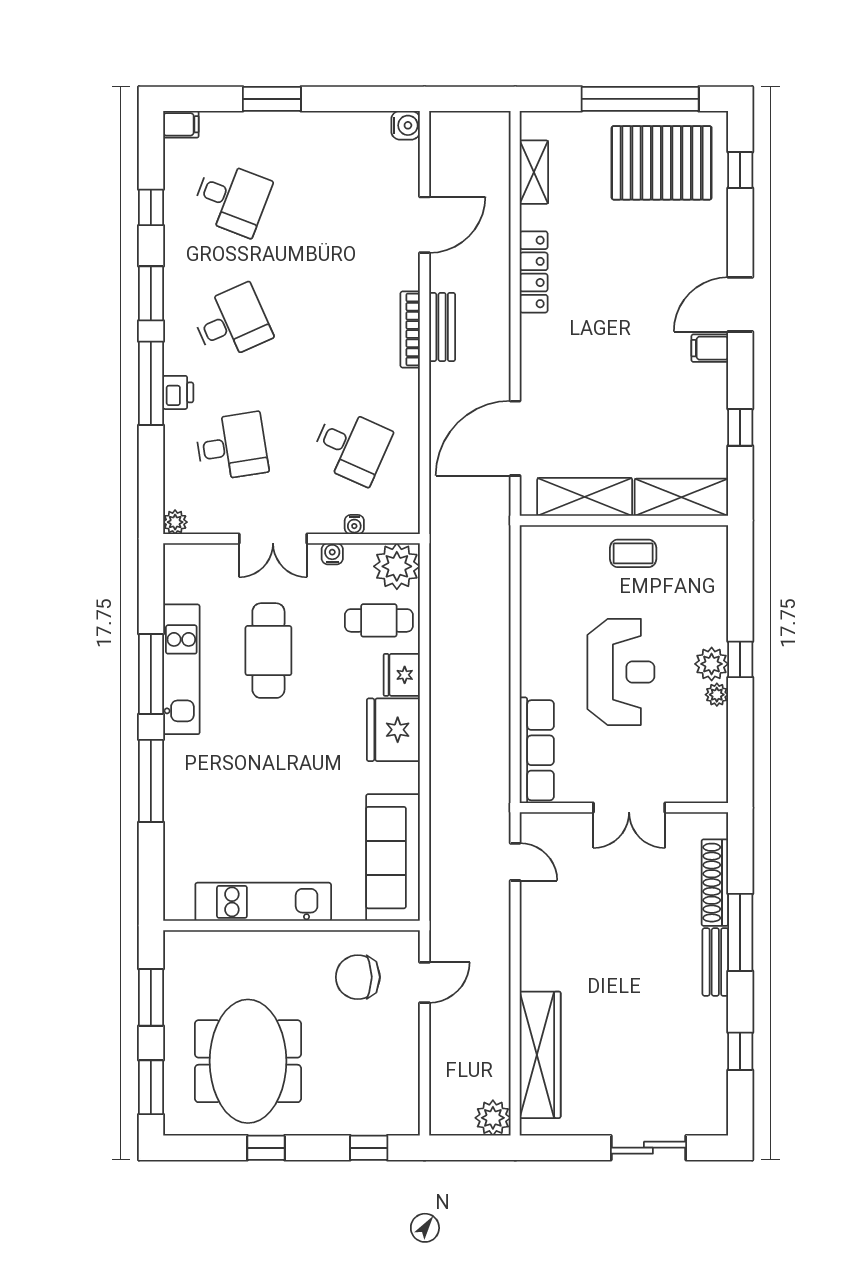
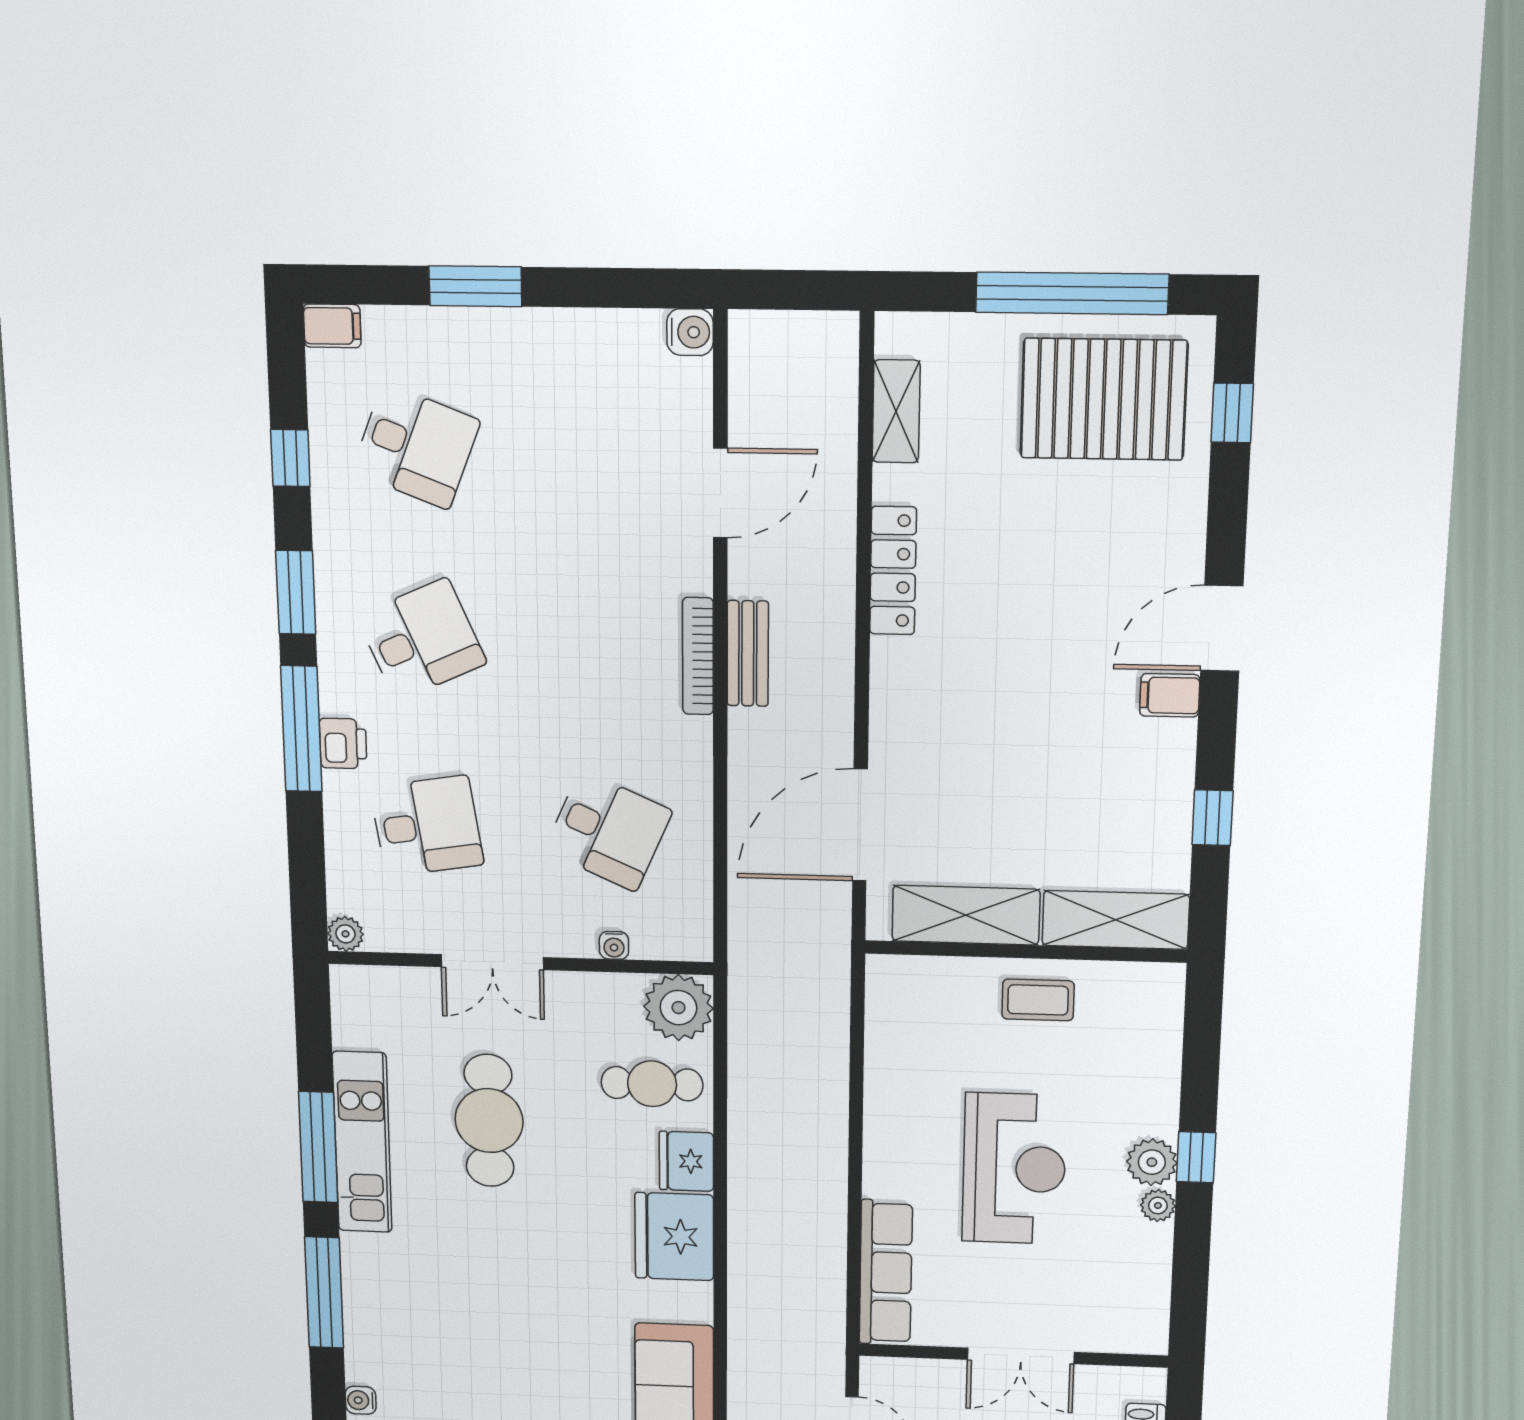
water cooler: (332, 554) -> (361, 1400), moved, turned -90

